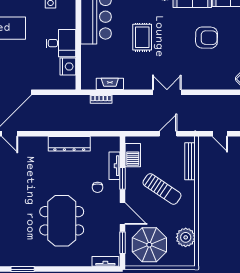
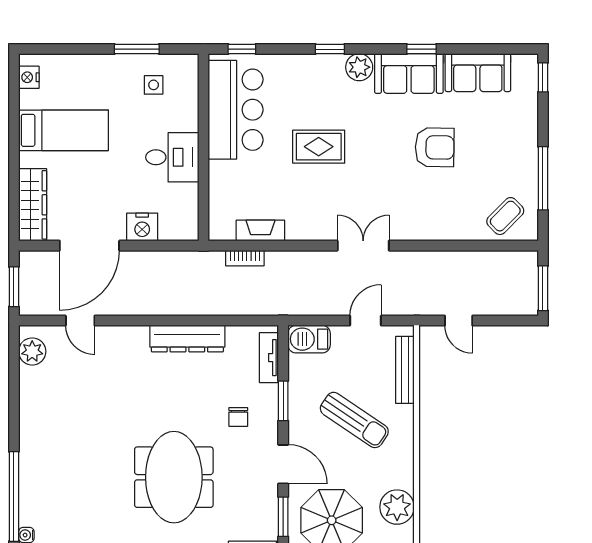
rug: (142, 37) -> (319, 147), turned 90
nightstand: (68, 66) -> (142, 227), moved, turned 90
barbecue: (133, 155) -> (309, 339), moved, turned 90
tv unit: (115, 166) -> (269, 358), moved

